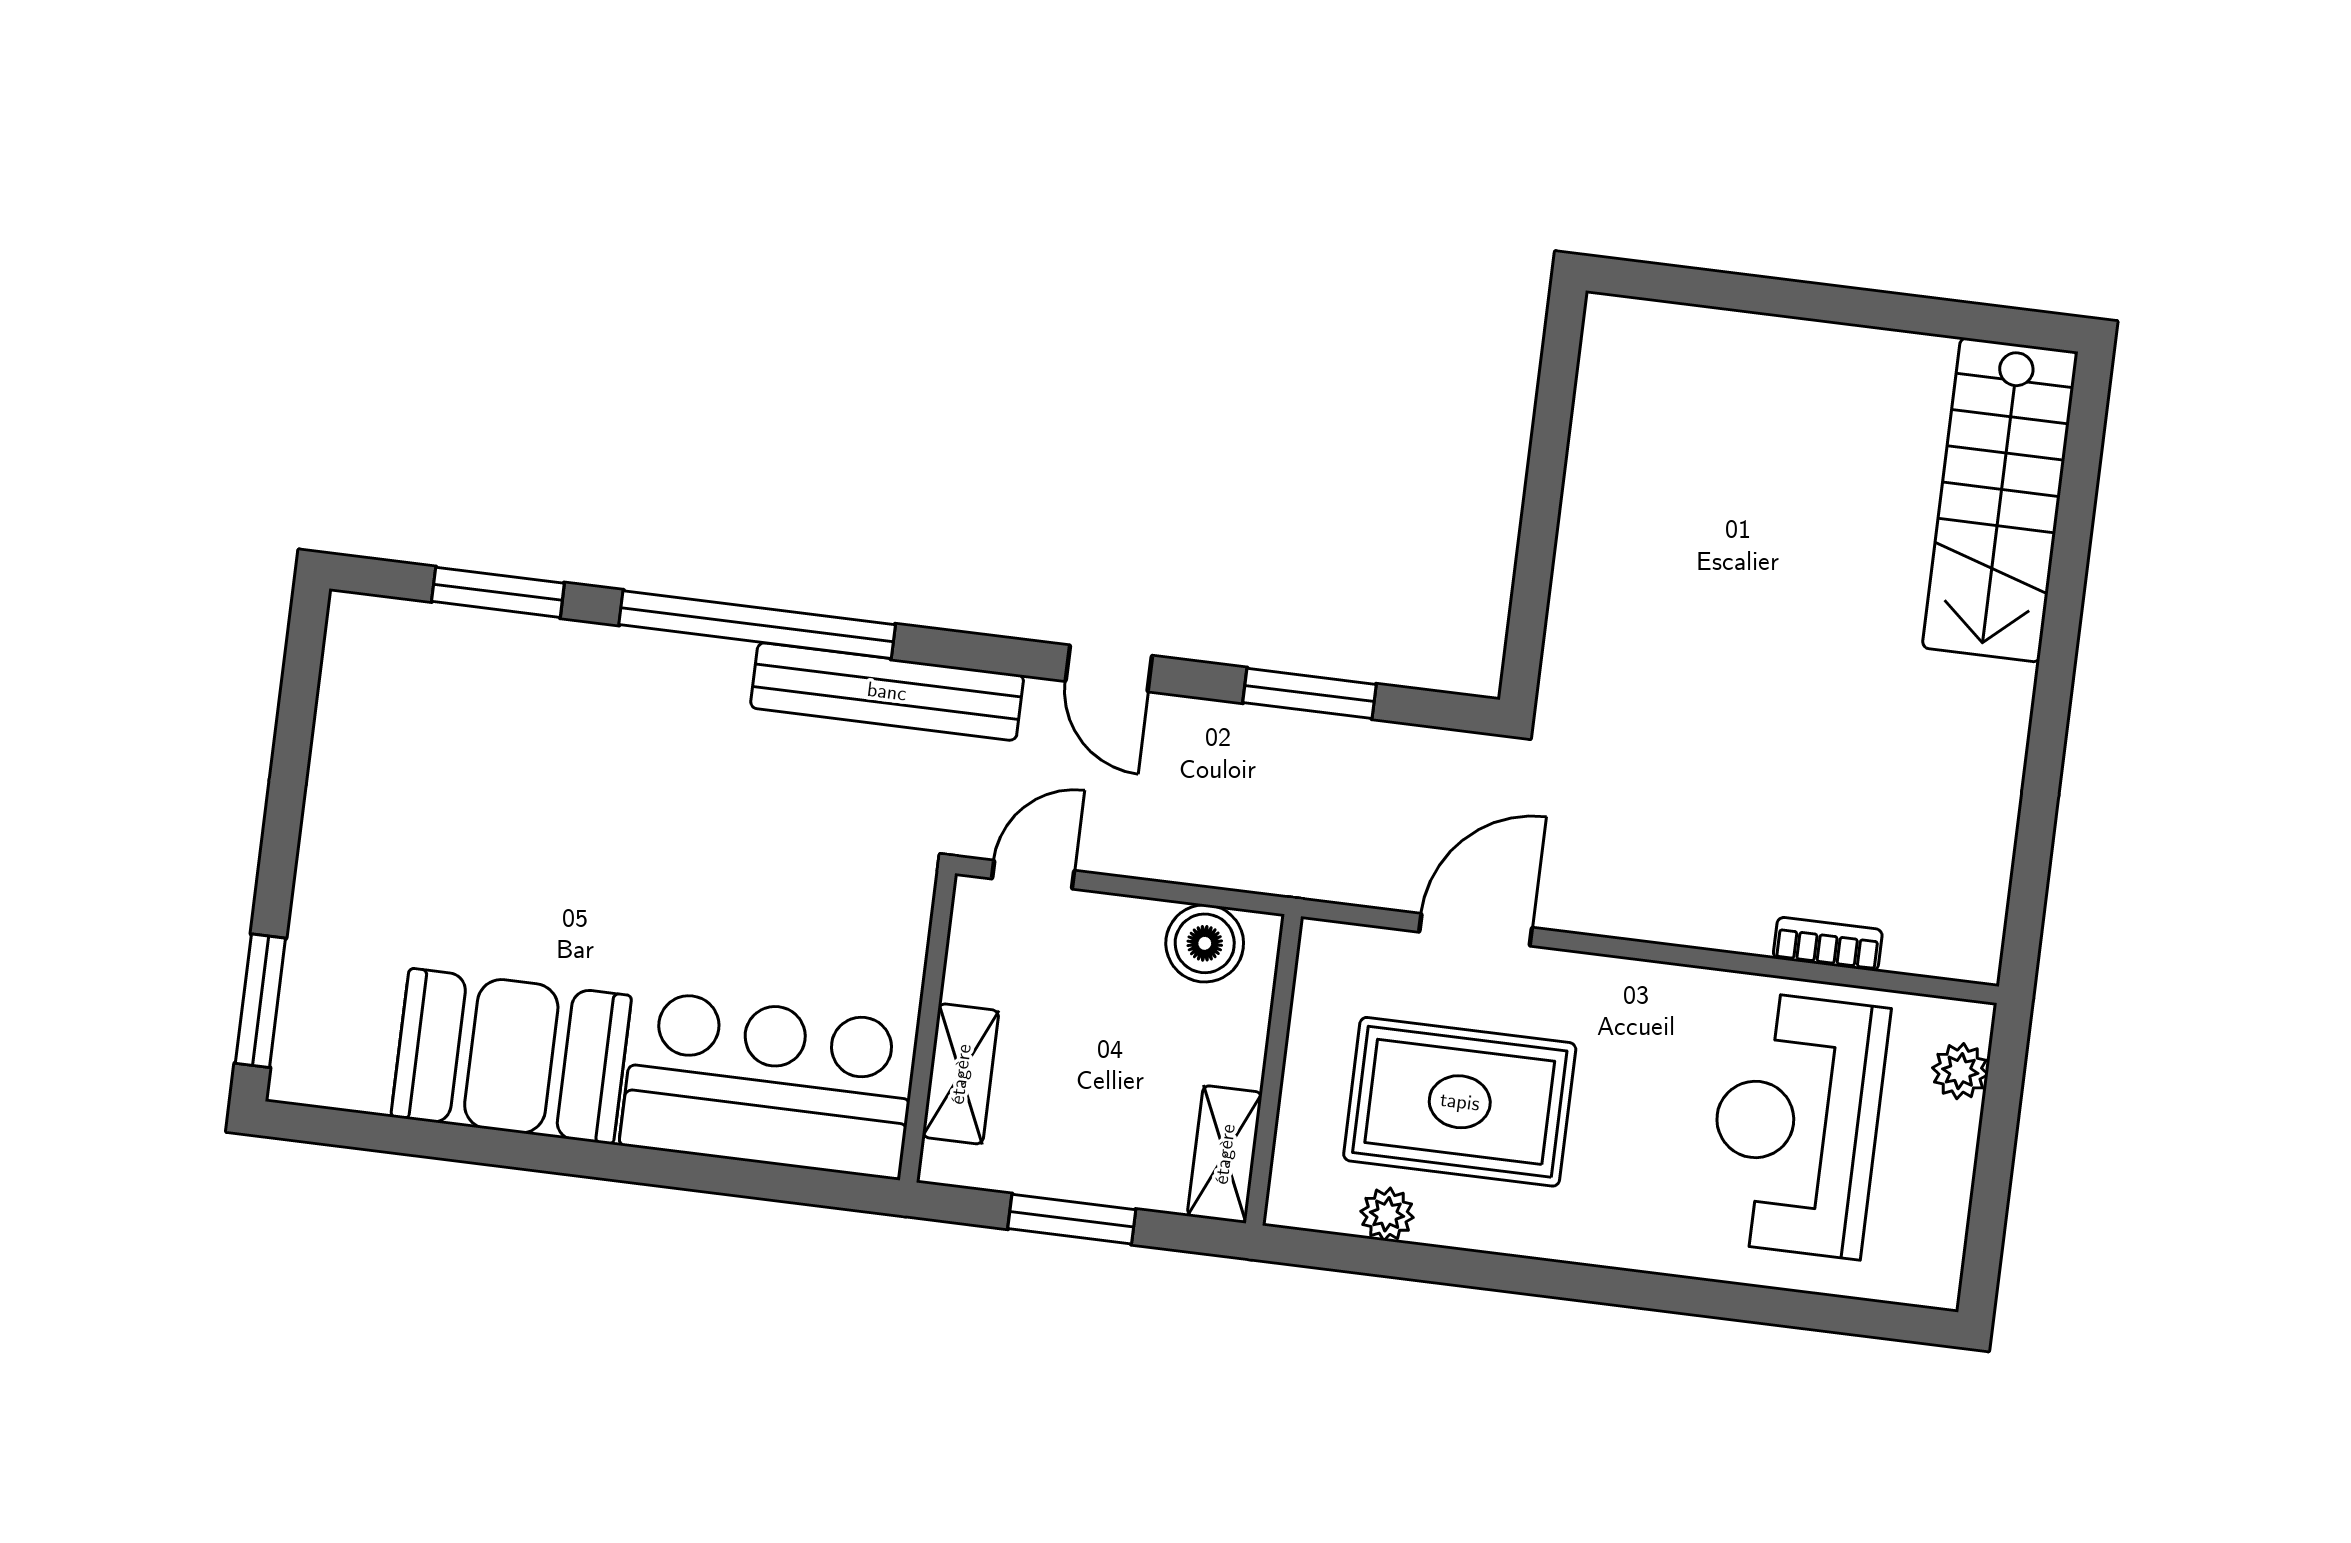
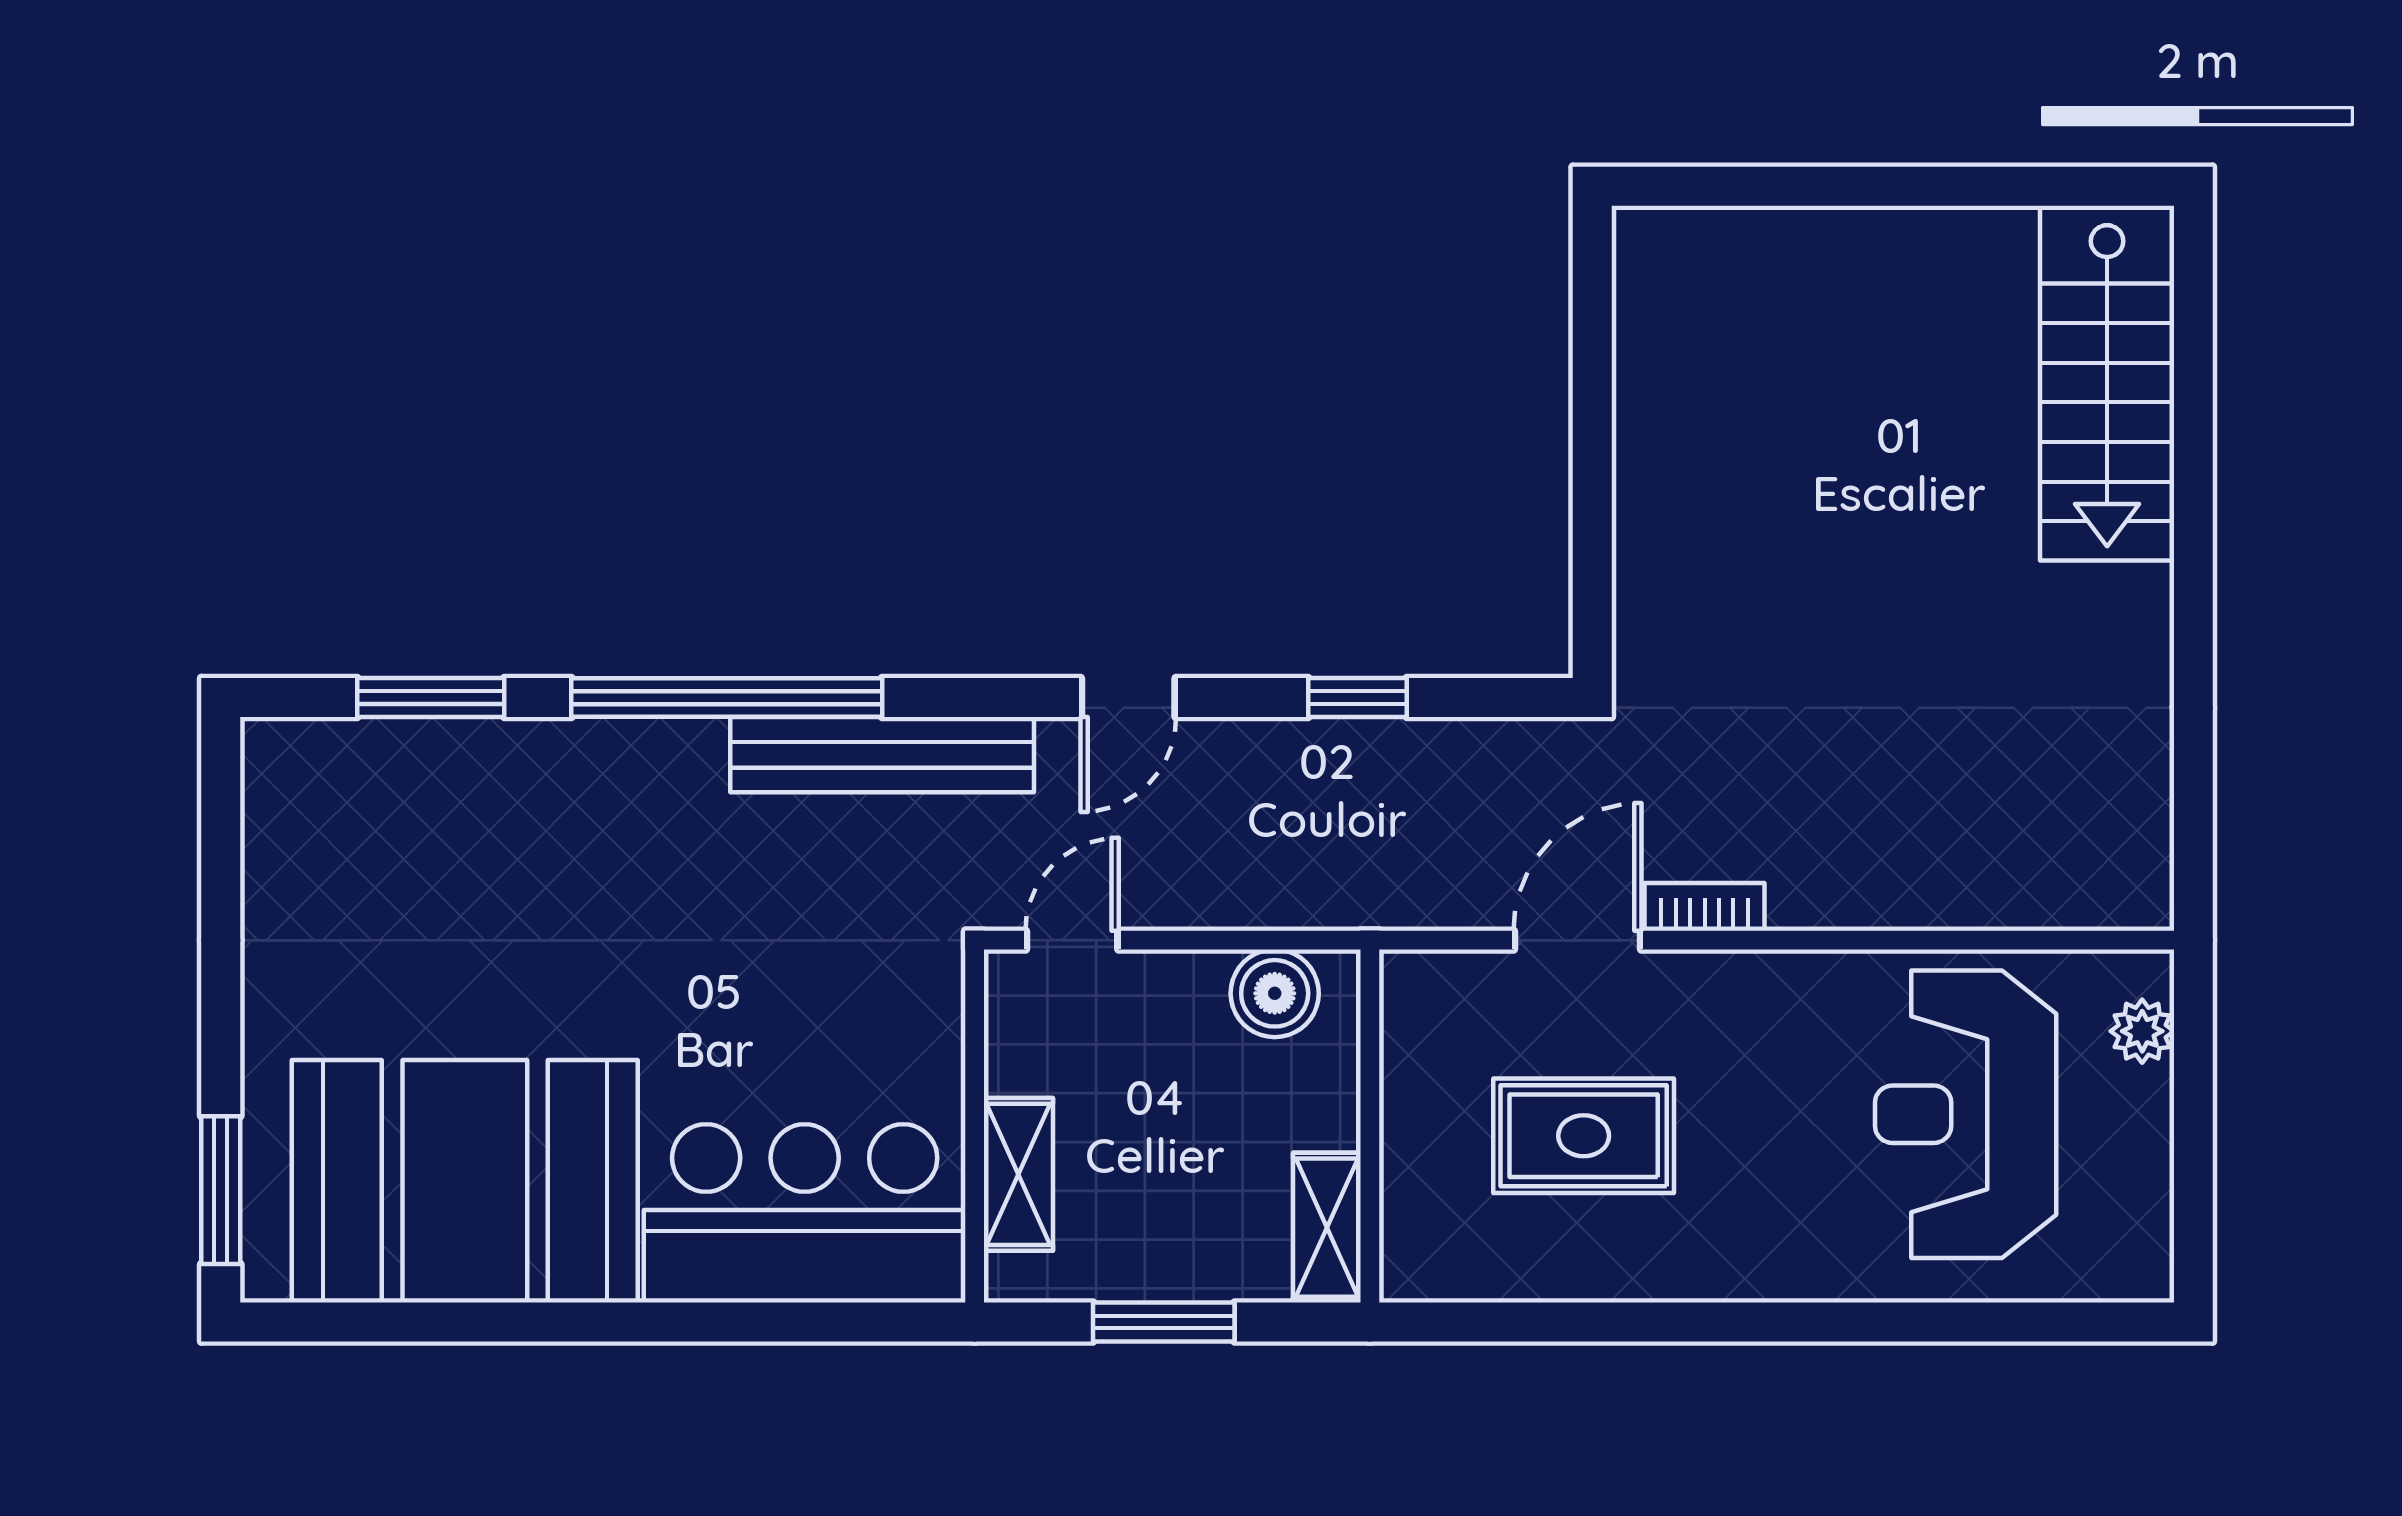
door: (1109, 668) -> (1128, 698), hinge flipped
window: (1309, 693) -> (1357, 698), width x0.67
bookcase: (1828, 944) -> (1705, 907), moved
booth: (511, 1056) -> (465, 1181), width x1.36, depth x1.42
rug: (1460, 1102) -> (1584, 1136), width x0.73, depth x0.70
plant: (1387, 1214) -> (1518, 1272), removed

